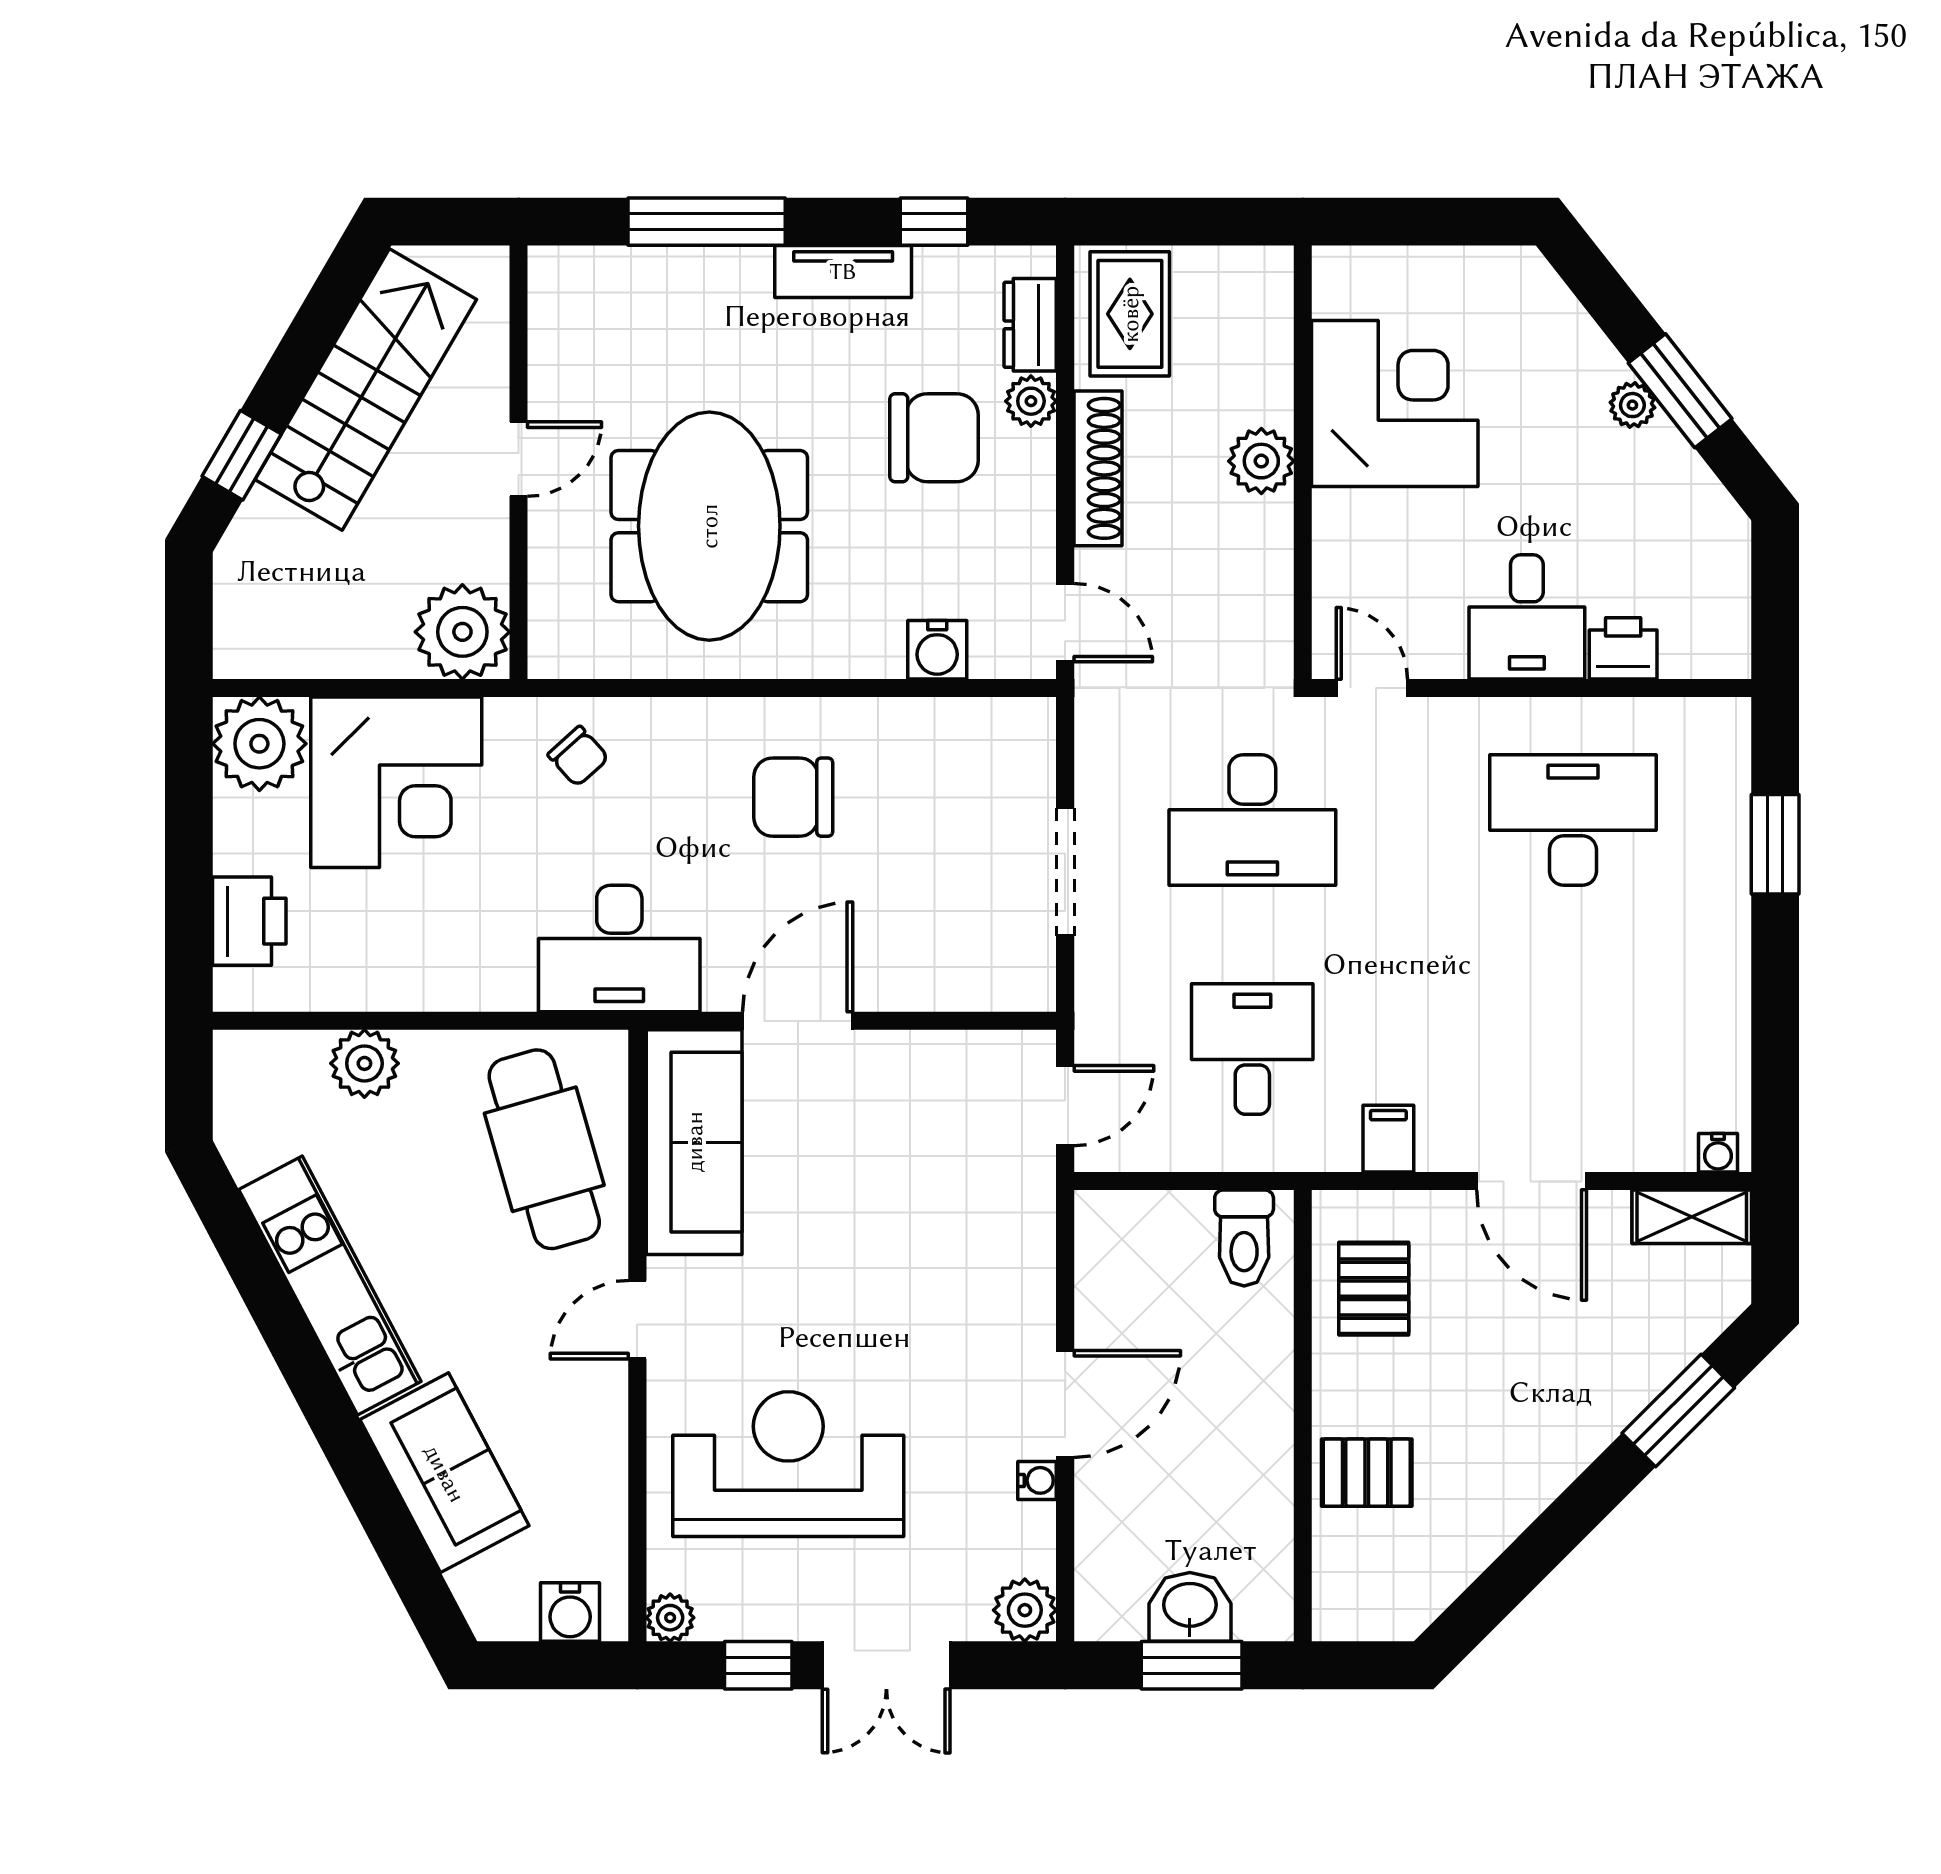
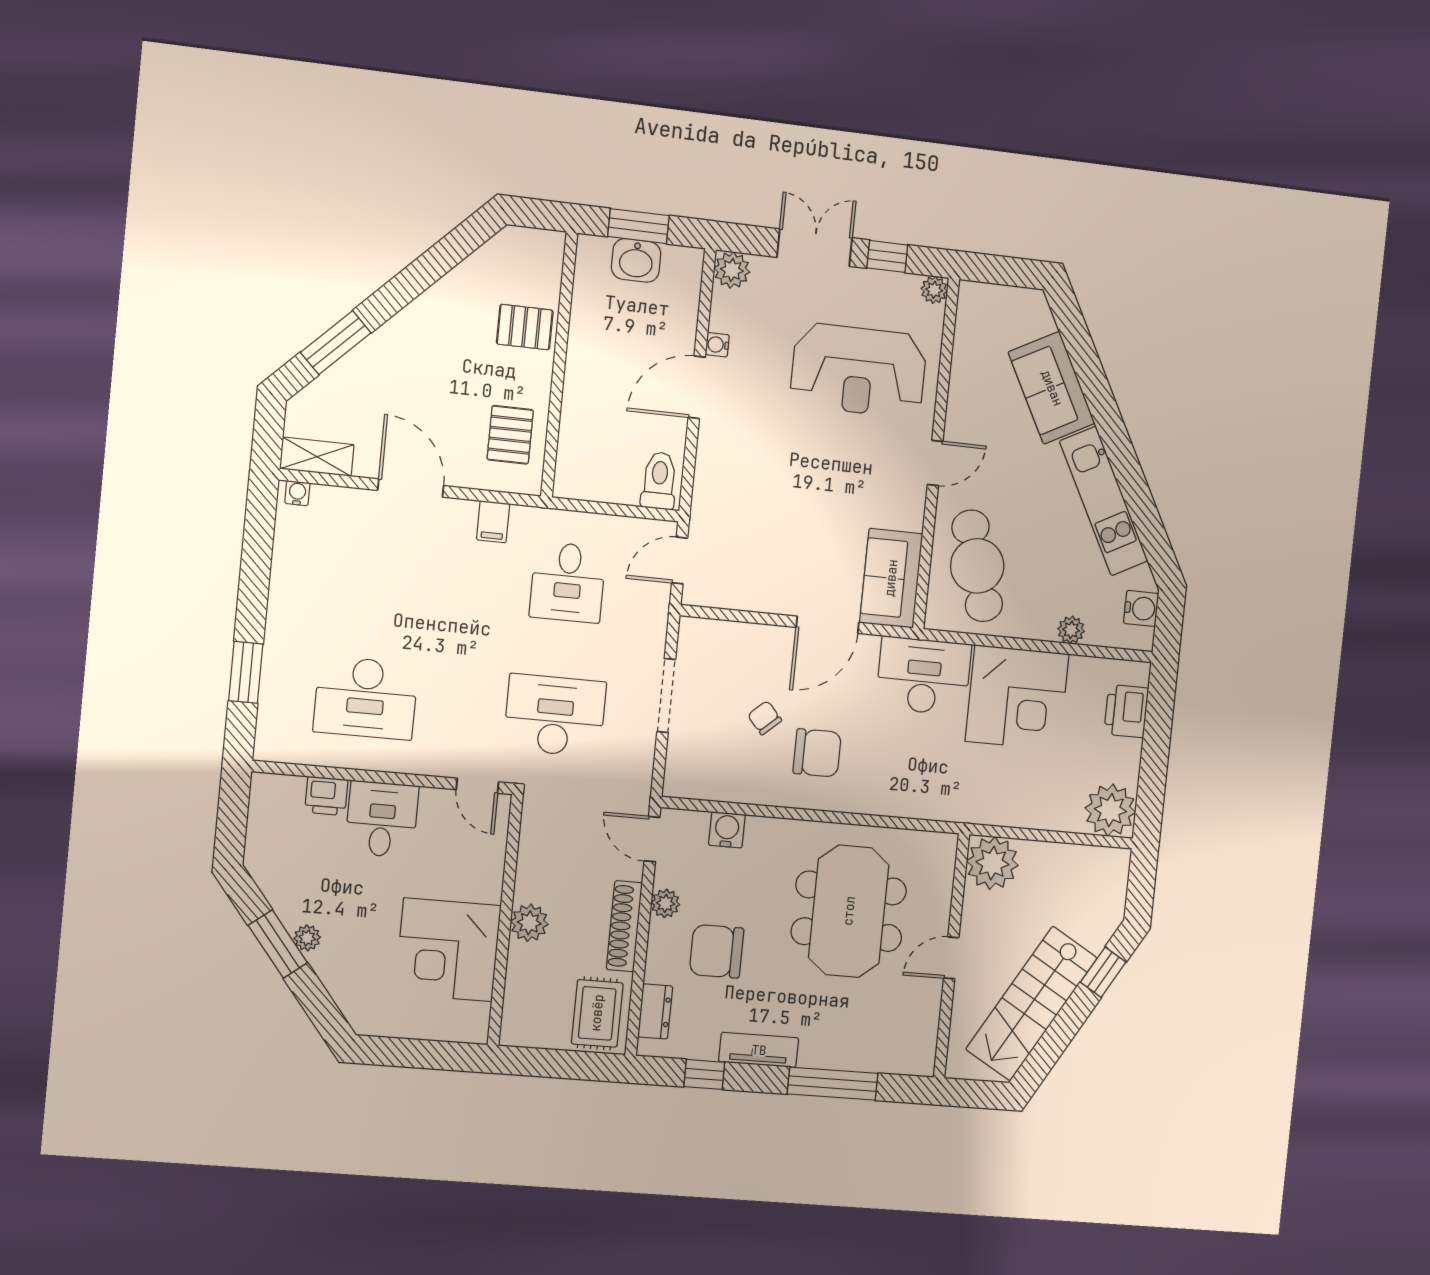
plant: (1031, 401) -> (665, 903), moved
chair: (578, 756) -> (765, 718), moved
corner desk: (396, 782) -> (1017, 698), moved, turned 180
plant: (364, 1063) -> (1071, 630), width x0.73, depth x0.73
sofa: (694, 1142) -> (891, 578), width x0.73
toilet: (1244, 1238) -> (659, 481), moved
water cooler: (570, 1612) -> (1141, 608), moved, turned 90

